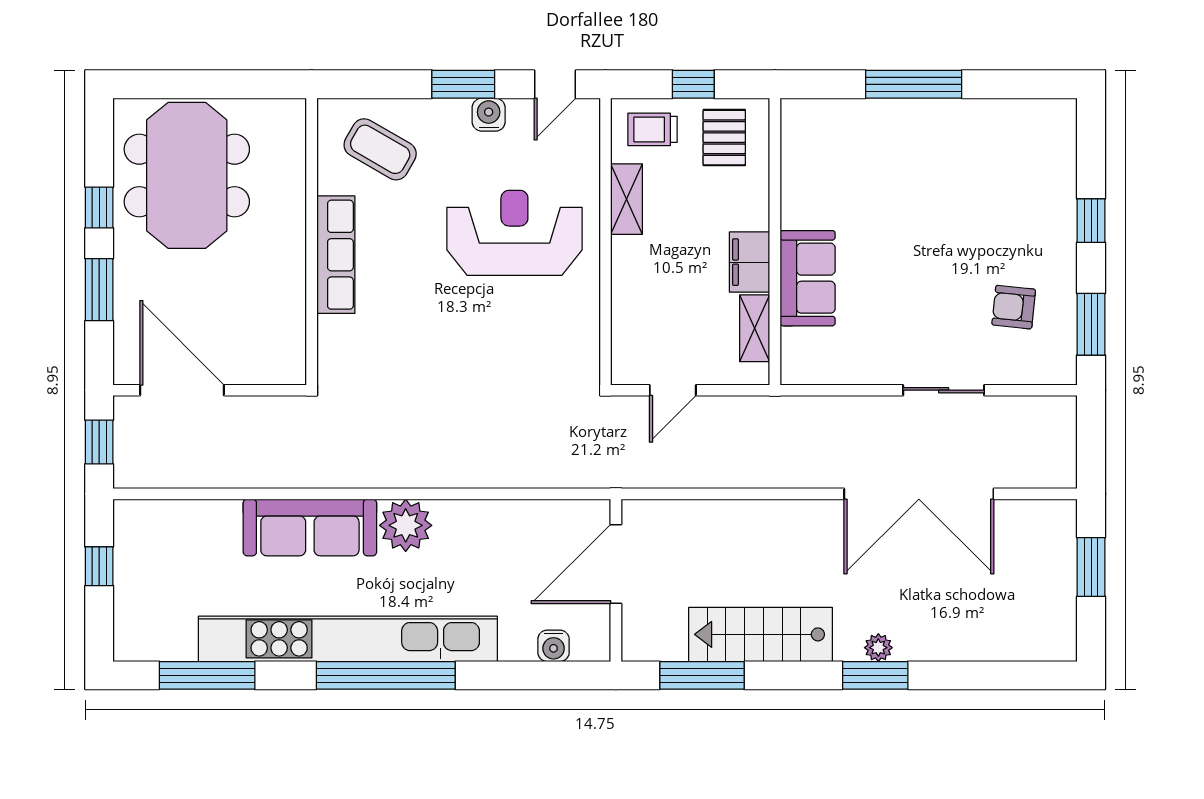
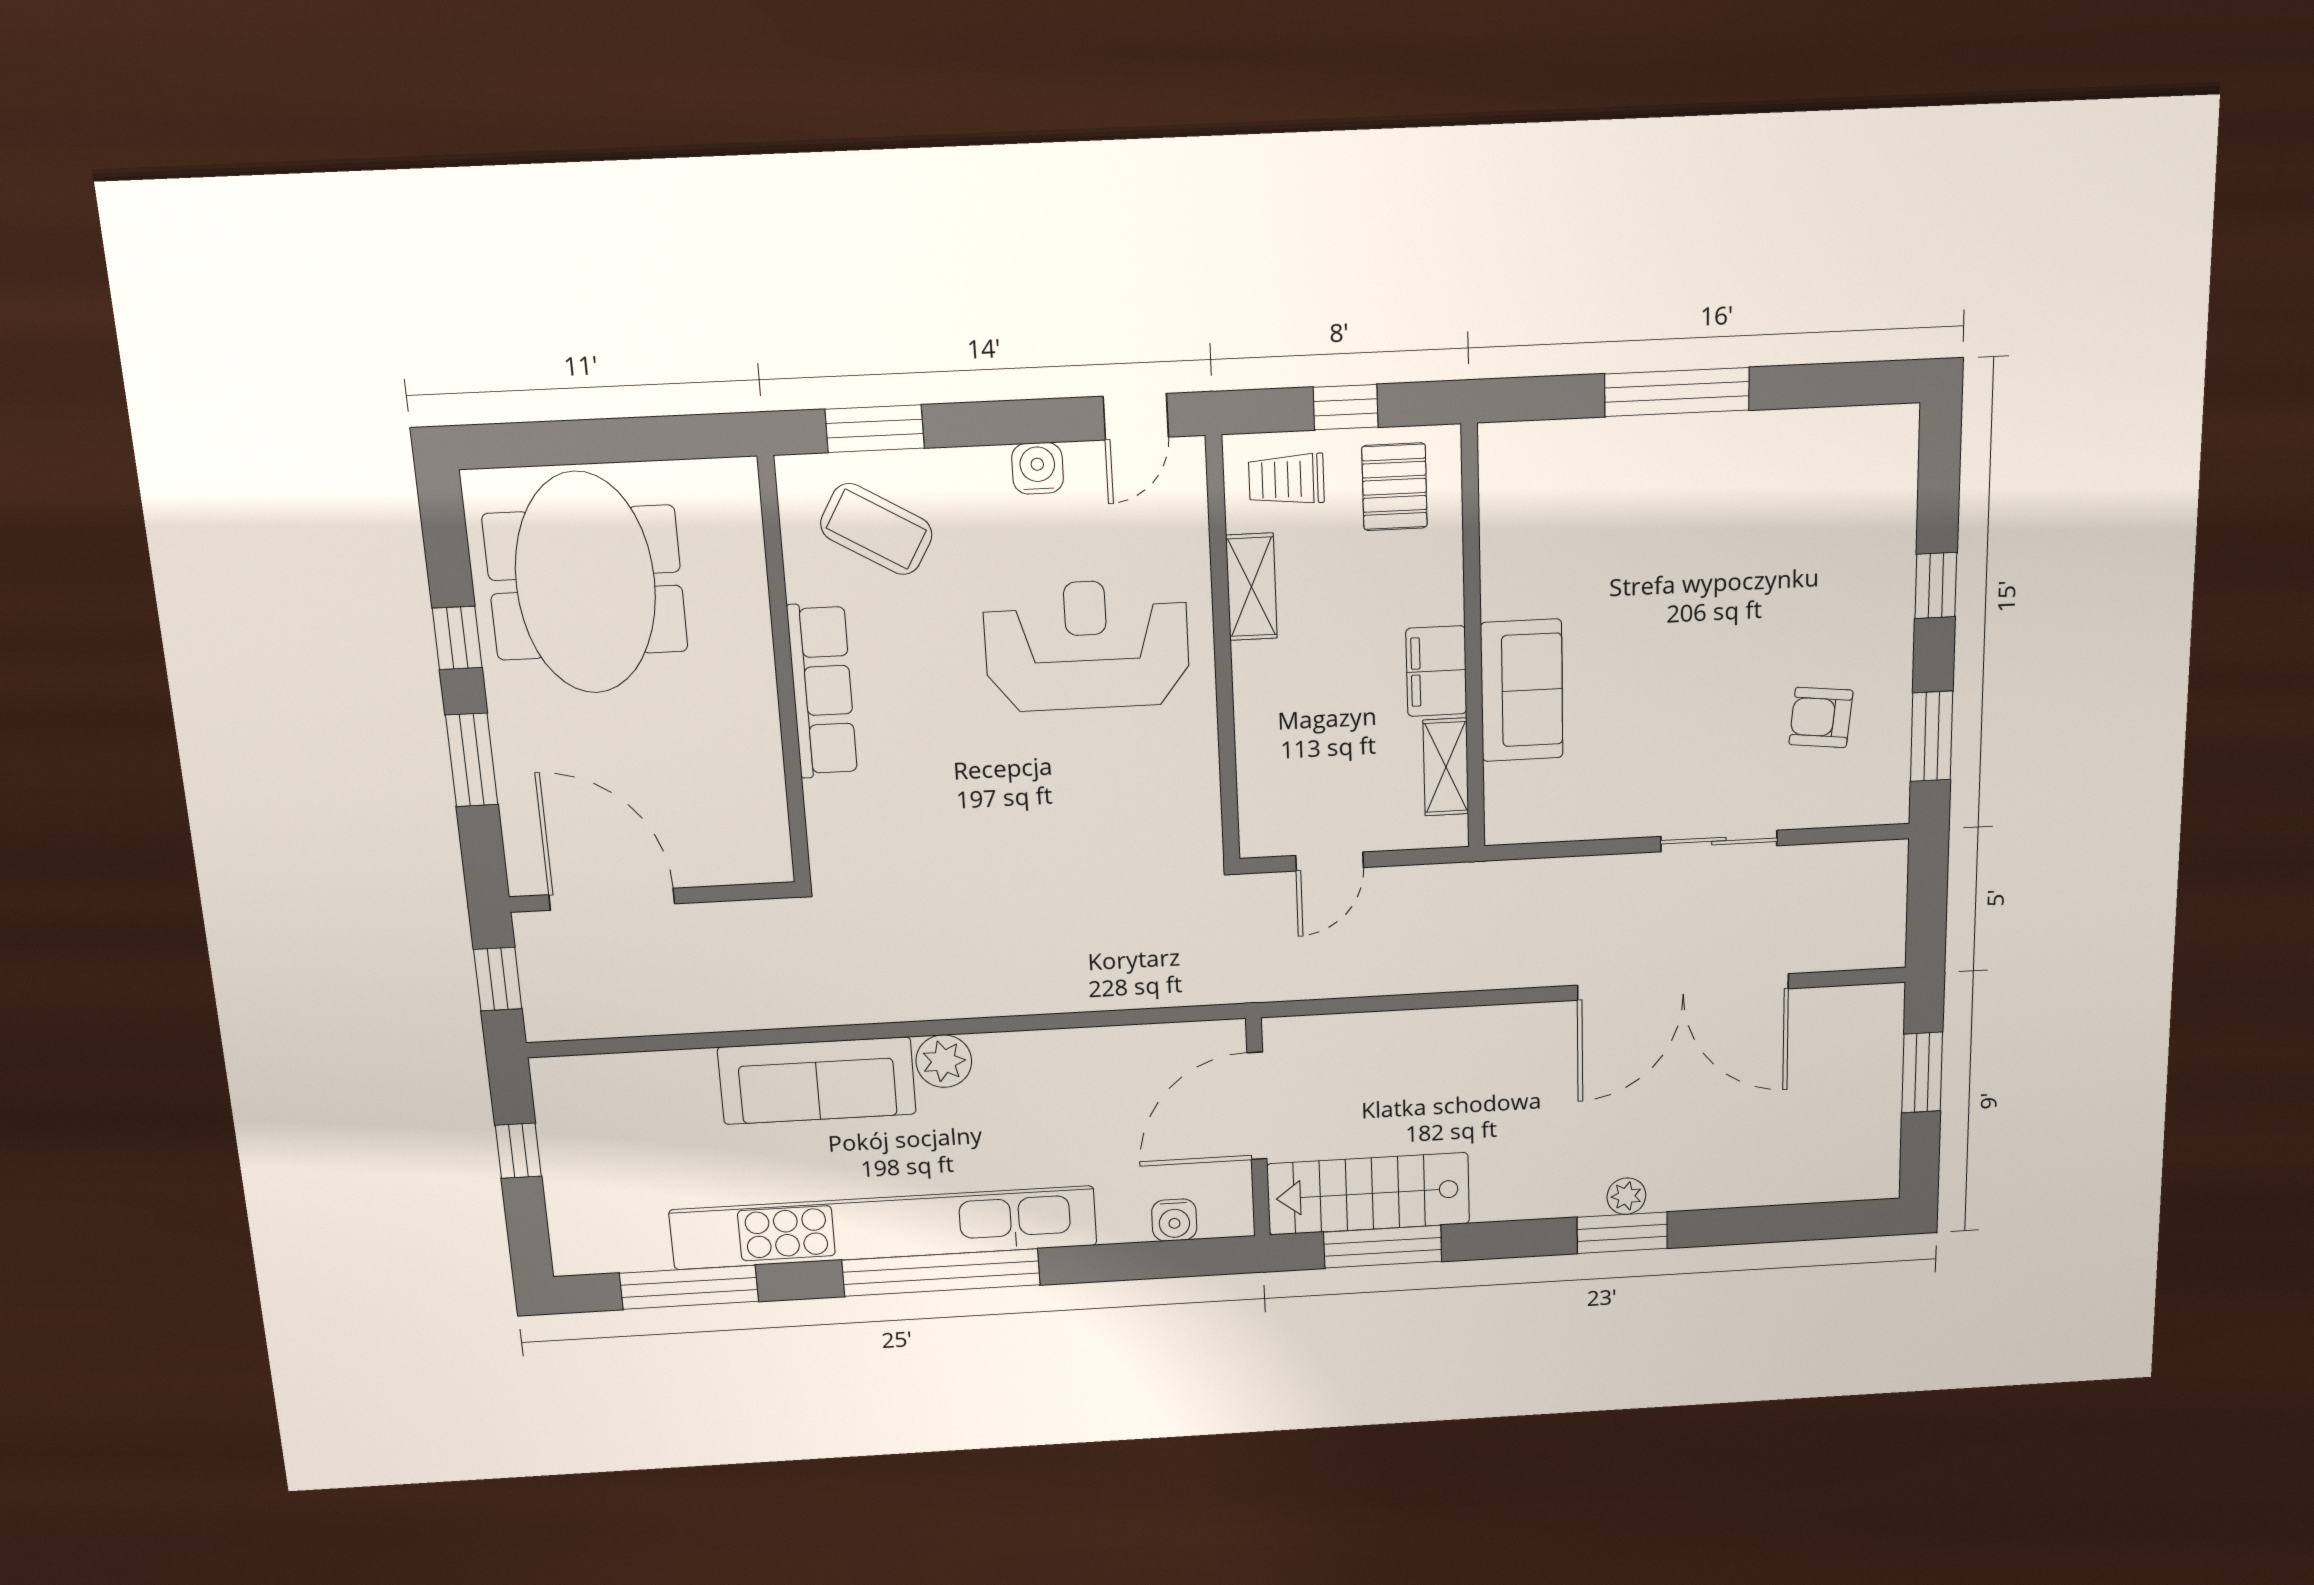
window: (463, 84) -> (875, 429), moved
plant: (406, 525) -> (944, 1061), width x0.73, depth x0.73
stairs: (760, 634) -> (1369, 1194), moved

